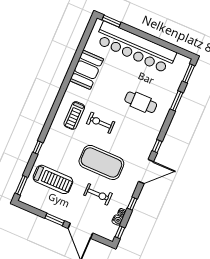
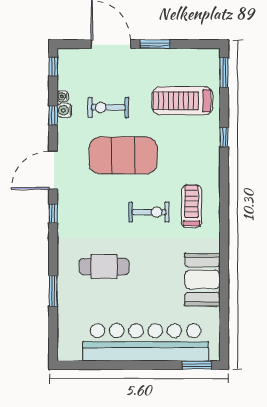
window: (189, 73) -> (53, 338), removed
water cooler: (117, 220) -> (64, 110), moved

